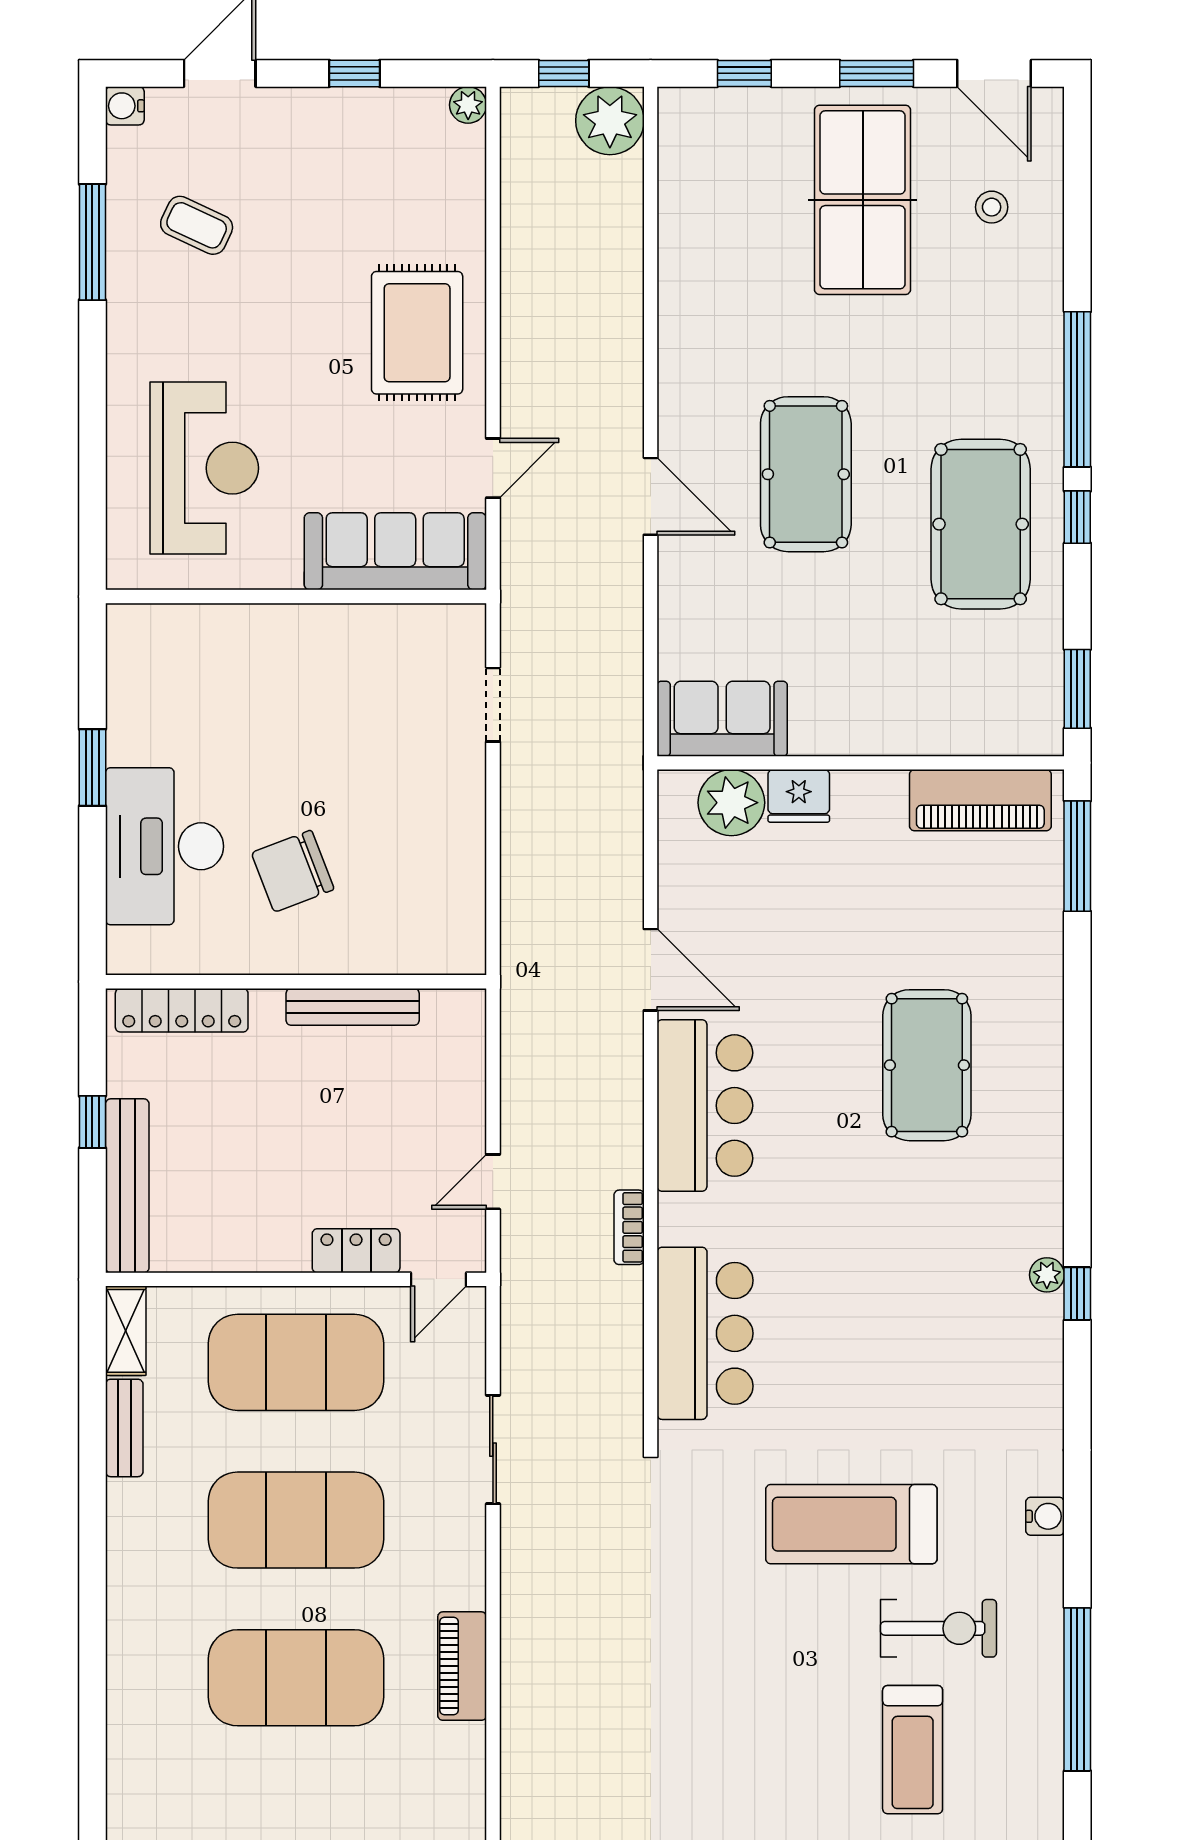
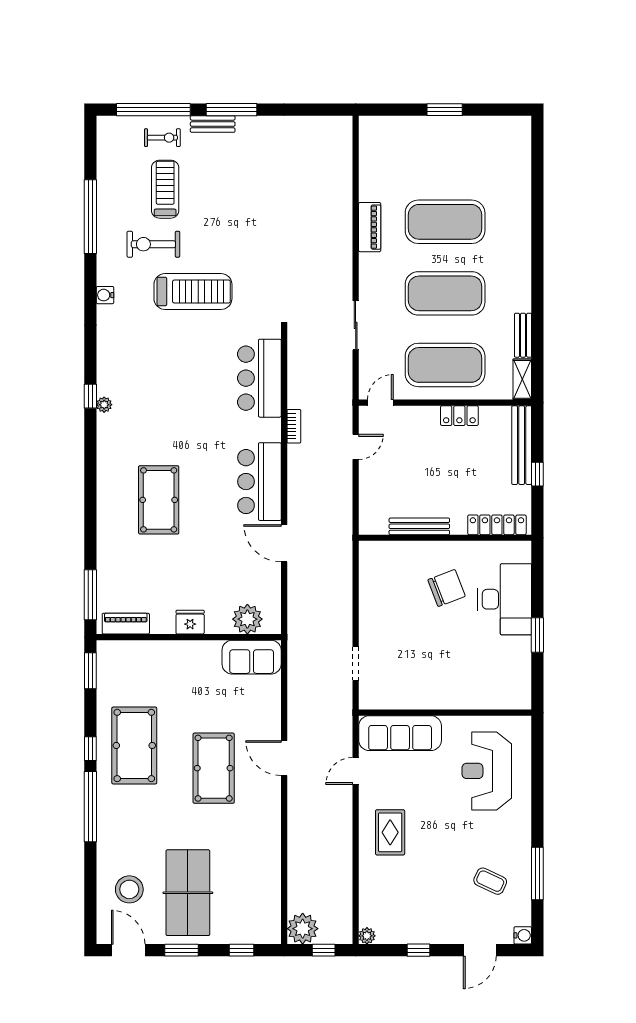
stool: (992, 207) -> (129, 889), width x1.89, depth x1.89
rug: (417, 333) -> (390, 832), width x0.73, depth x0.70
fridge: (799, 796) -> (190, 622), moved
piano: (980, 800) -> (126, 624), width x0.73, depth x0.75
locker: (356, 1251) -> (459, 416), moved

